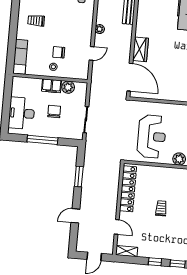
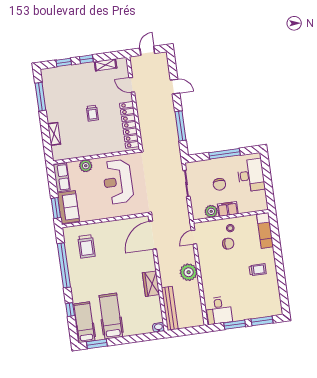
plant: (100, 29) -> (189, 272), width x1.88, depth x1.88
wardrobe: (141, 49) -> (151, 284), moved
door: (92, 53) -> (194, 237), moved
door: (130, 77) -> (153, 235), hinge flipped
window: (79, 176) -> (180, 126), width x1.44
door: (75, 216) -> (175, 87), hinge flipped
shelving: (127, 251) -> (106, 65), moved

